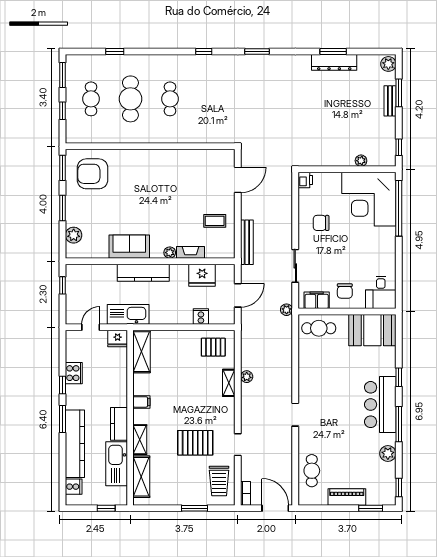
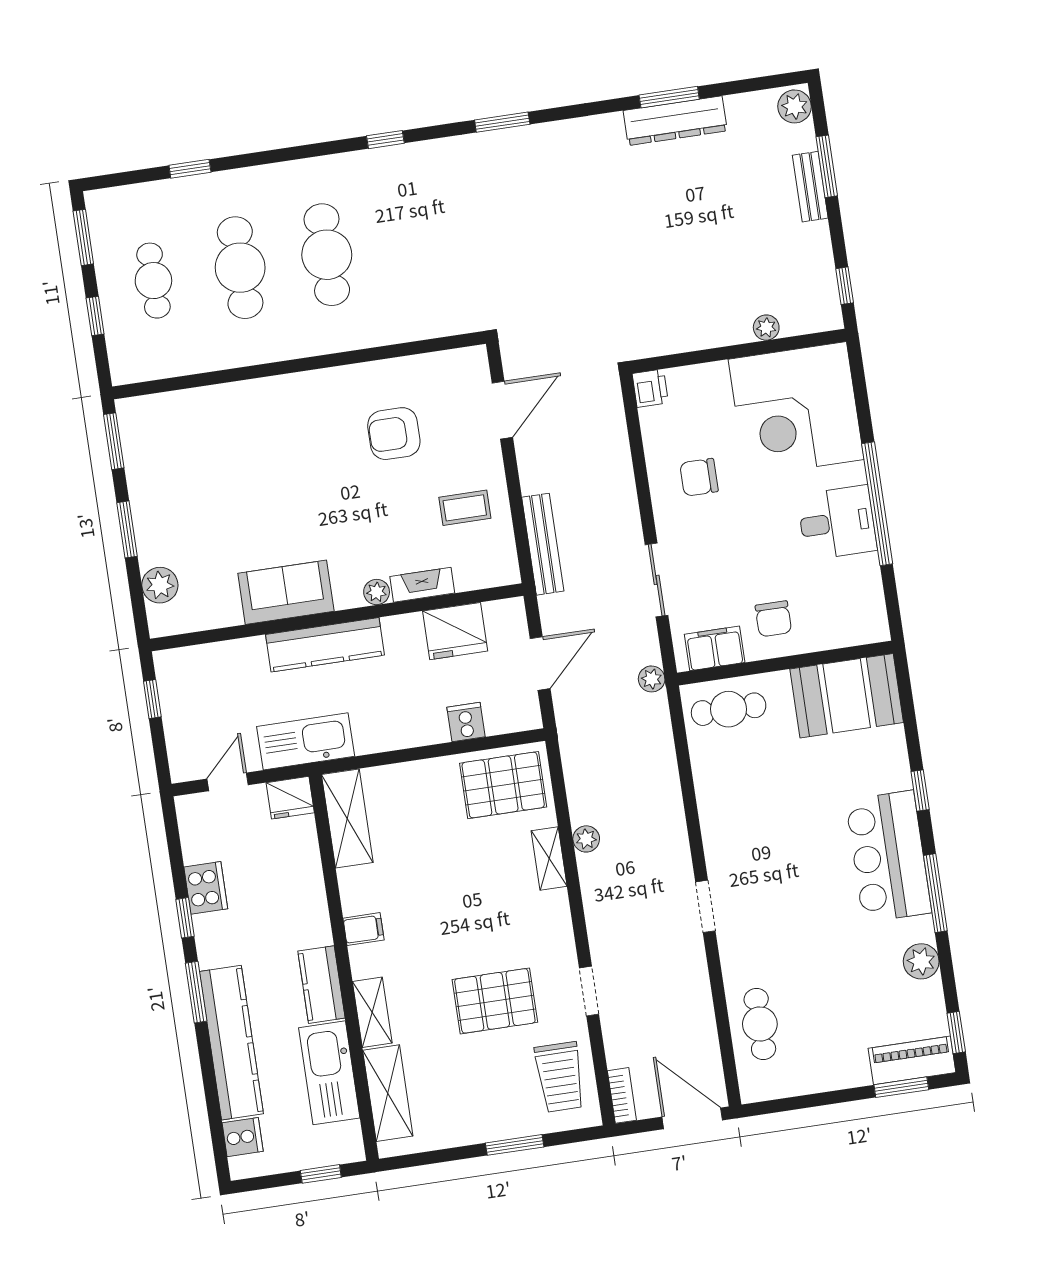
cafe table: (170, 99) -> (327, 255), width x1.37, depth x1.35
armchair: (93, 174) -> (394, 434), moved, width x0.73, depth x0.73
window: (399, 208) -> (877, 504), moved
desk: (381, 292) -> (837, 523), moved, turned -90
pallet: (213, 347) -> (503, 785), width x1.50, depth x1.42
piano: (347, 497) -> (912, 1060), moved

